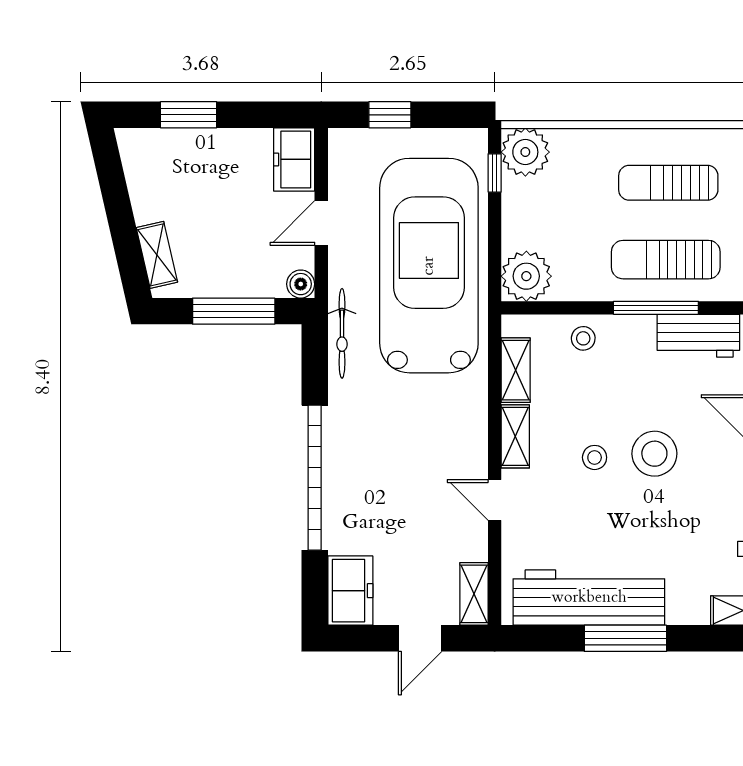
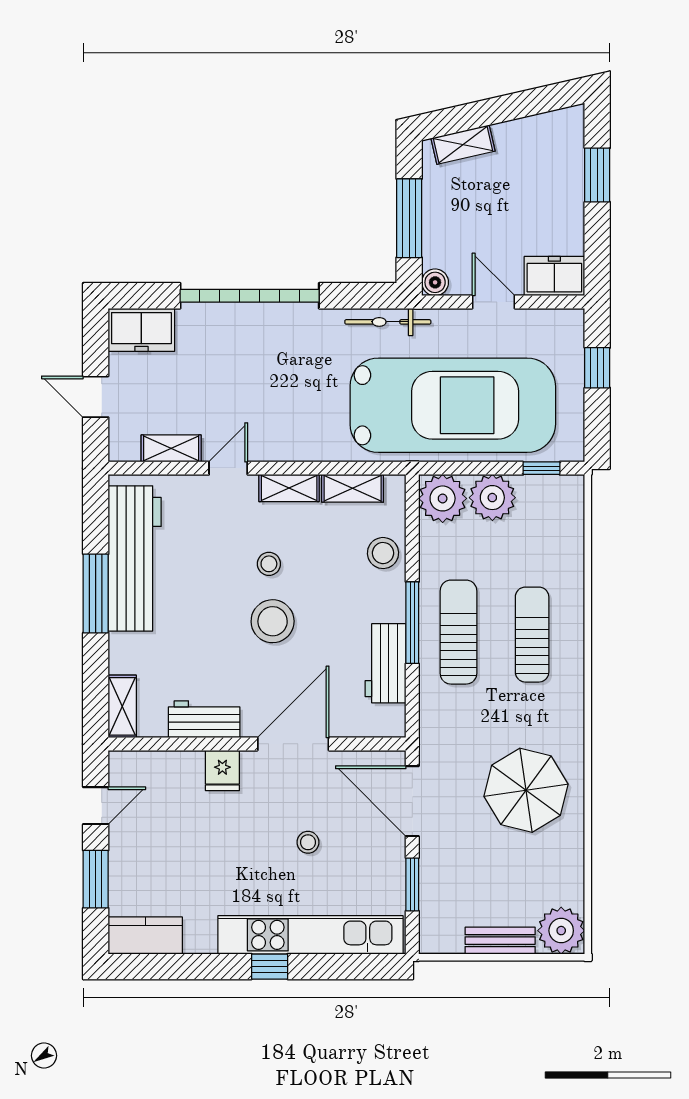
plant: (525, 152) -> (492, 498), moved
stool: (583, 338) -> (383, 553), width x1.37, depth x1.37
shelving: (474, 594) -> (171, 448), moved

